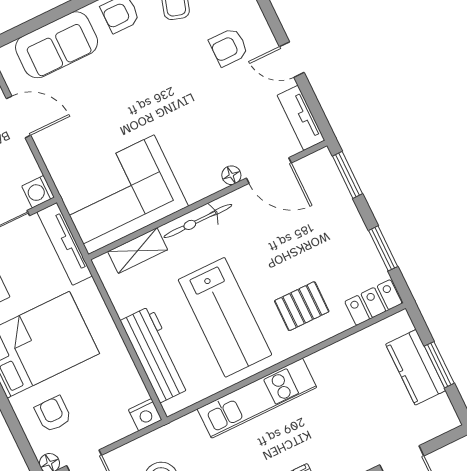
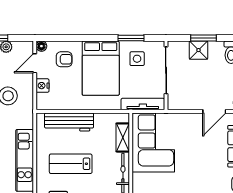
washing machine: (38, 192) -> (174, 103), removed
lab bench: (225, 317) -> (71, 164), width x0.73, depth x0.72
nightstand: (145, 415) -> (43, 86), moved

